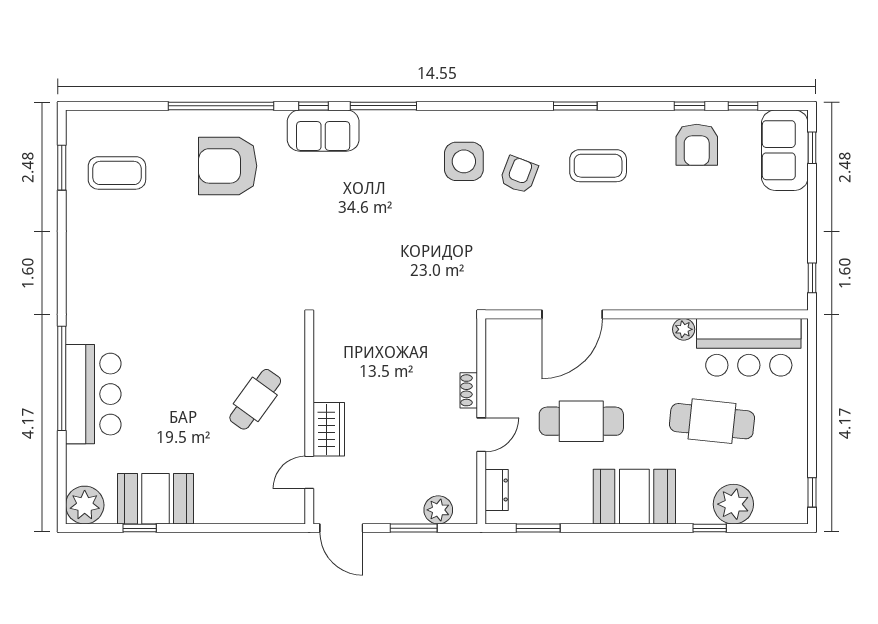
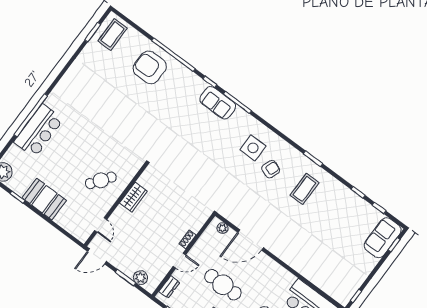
sofa: (323, 131) -> (218, 103), moved
armchair: (697, 145) -> (350, 210), removed
armchair: (228, 166) -> (150, 67), moved
coffee table: (598, 166) -> (305, 189), turned 90
coffee table: (117, 173) -> (112, 35), moved, turned 90
plant: (684, 329) -> (223, 228), moved
wardrobe: (329, 429) -> (133, 197), moved
door: (309, 472) -> (101, 225), swing flipped
booth: (156, 499) -> (44, 199), moved
door: (341, 528) -> (97, 256), hinge flipped

